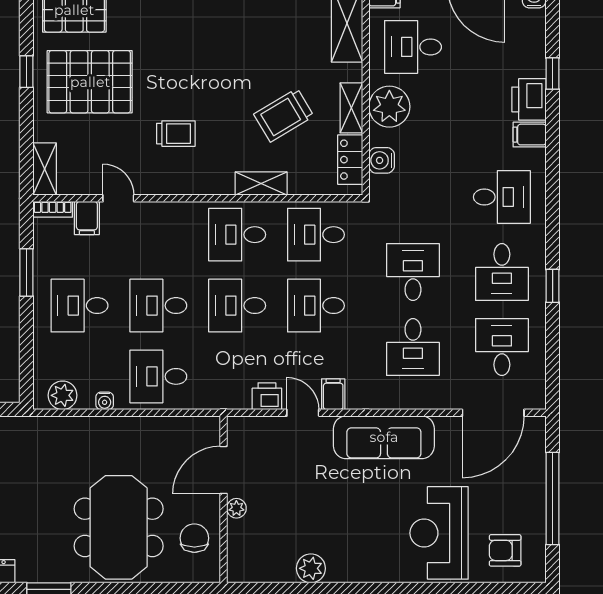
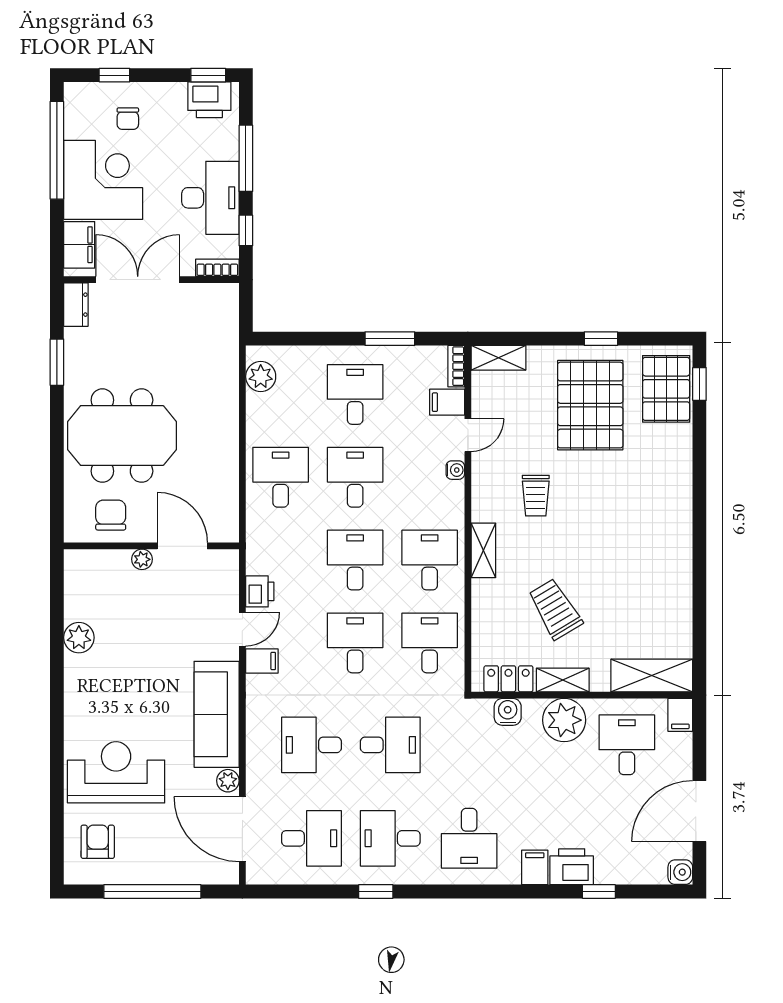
shelving: (261, 183) -> (483, 550), moved
water cooler: (105, 401) -> (455, 470), moved, turned 180
plant: (447, 427) -> (228, 781), added
chair: (194, 538) -> (111, 515), turned -90

